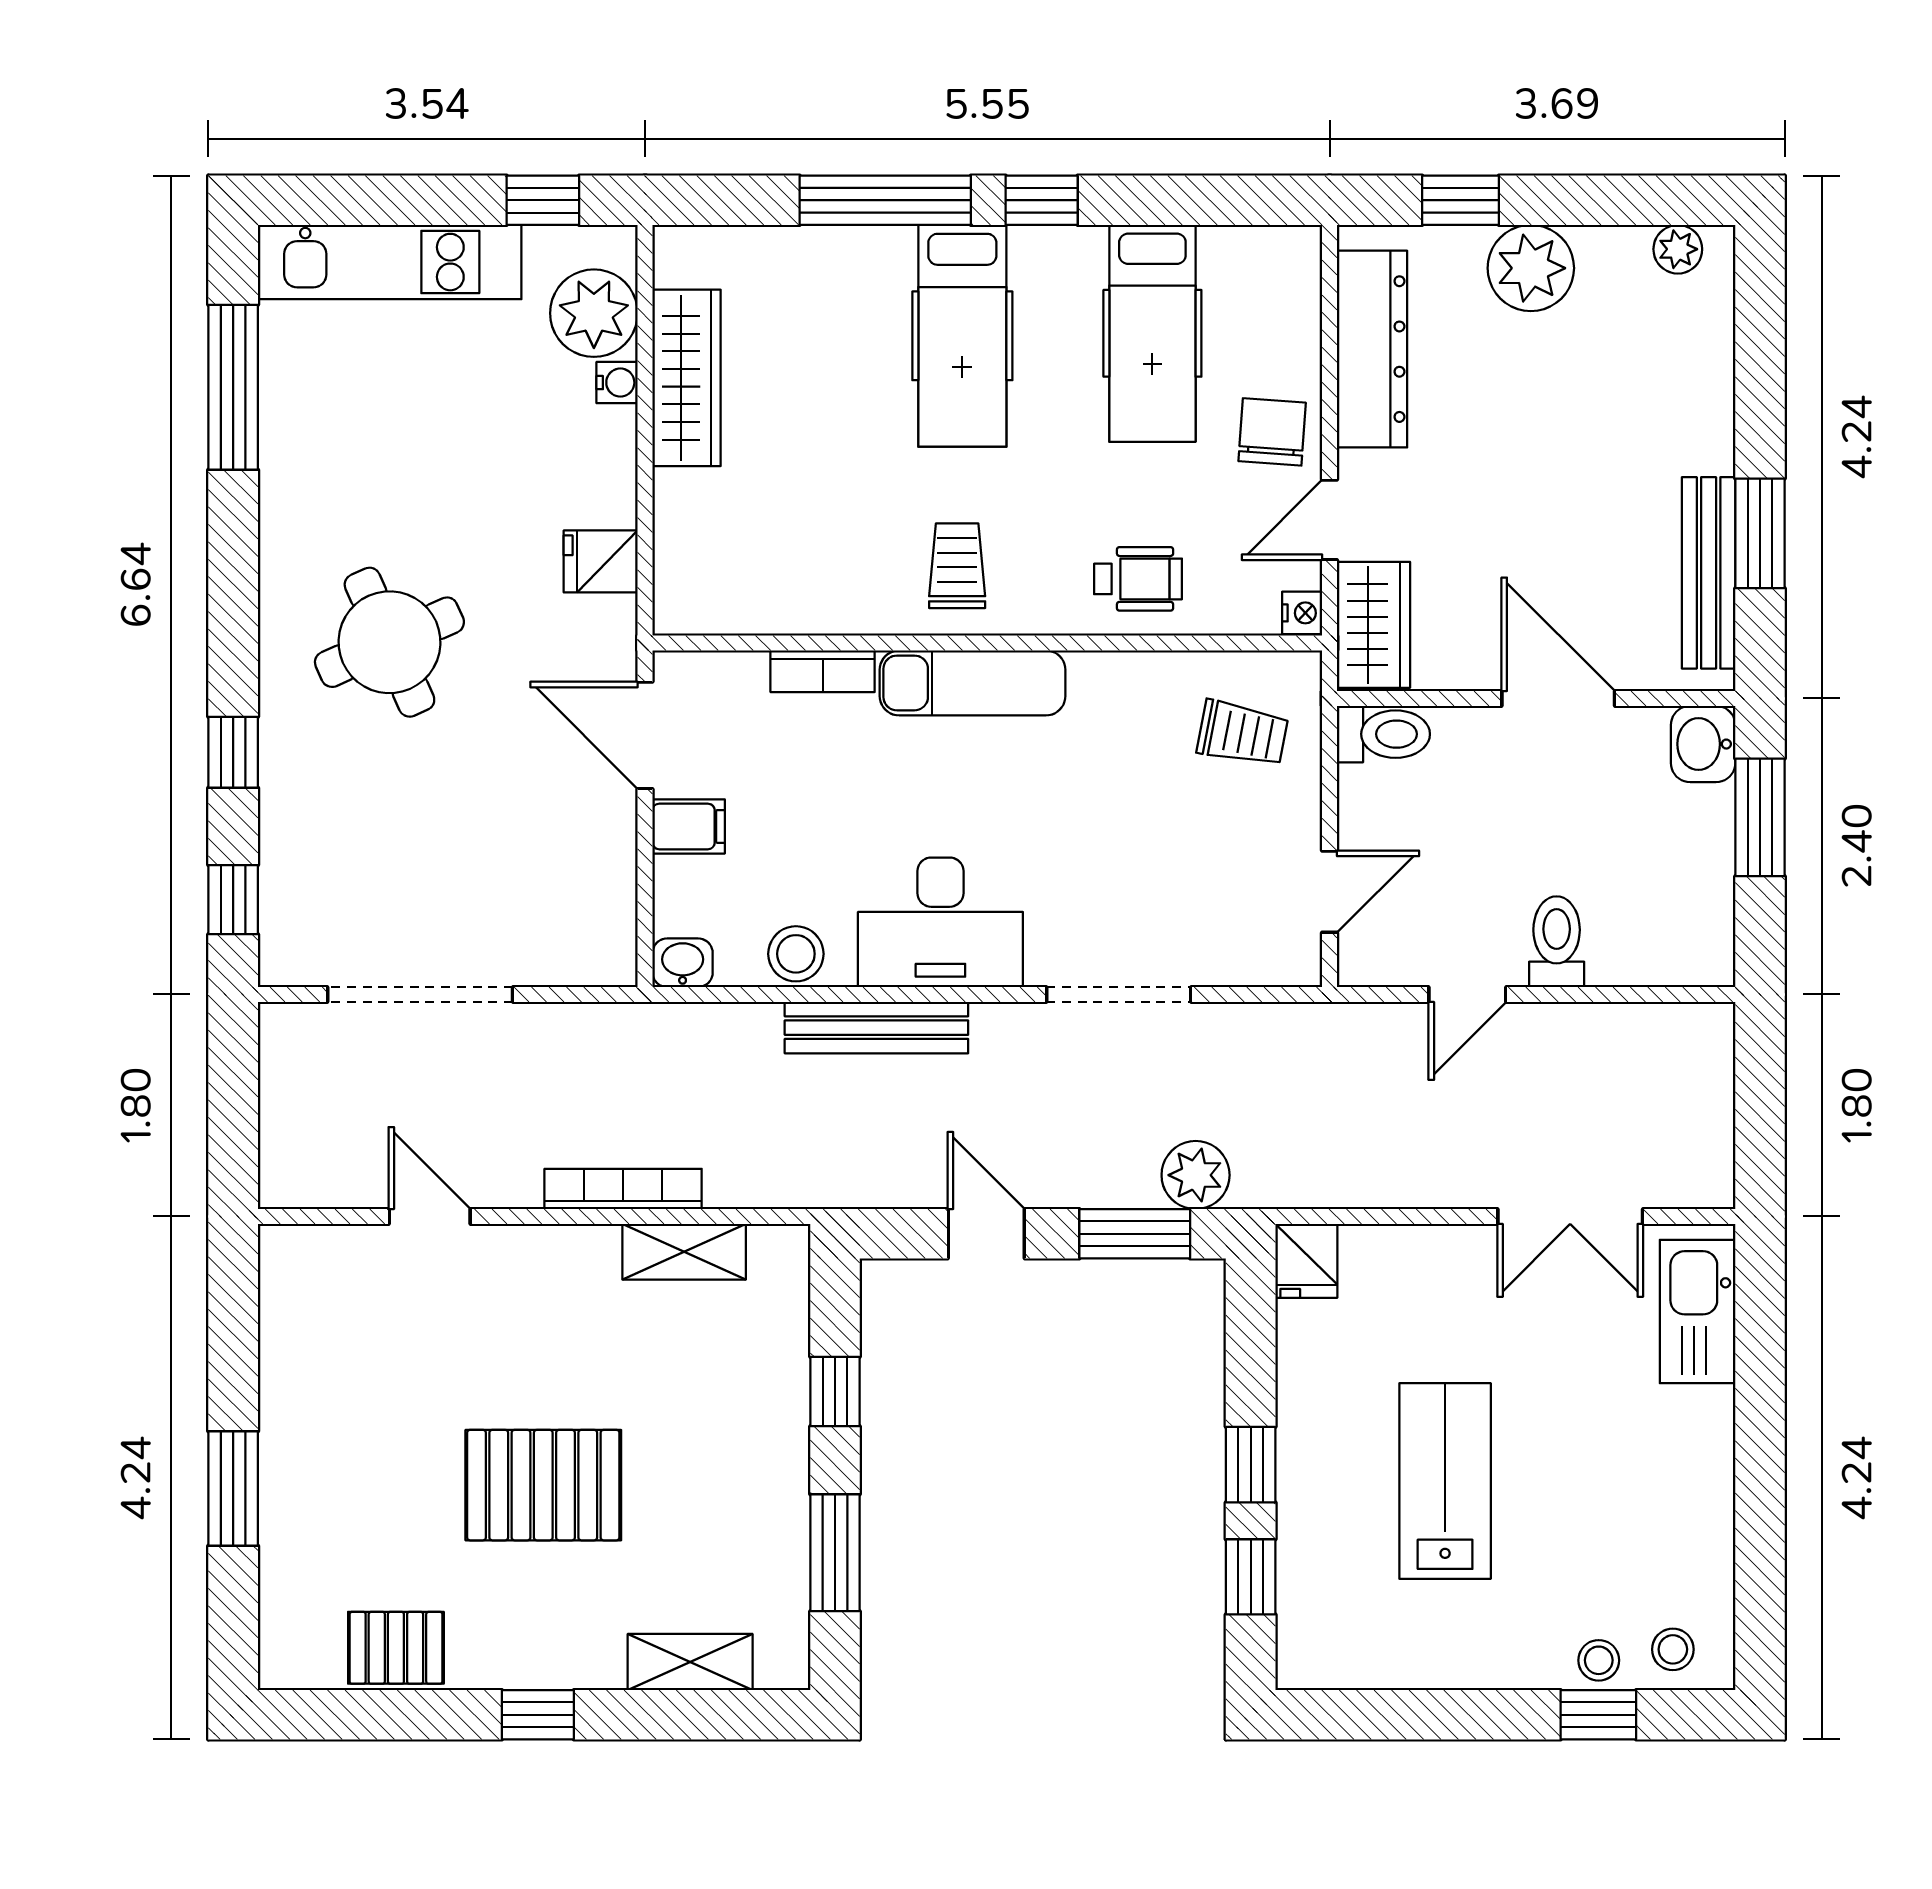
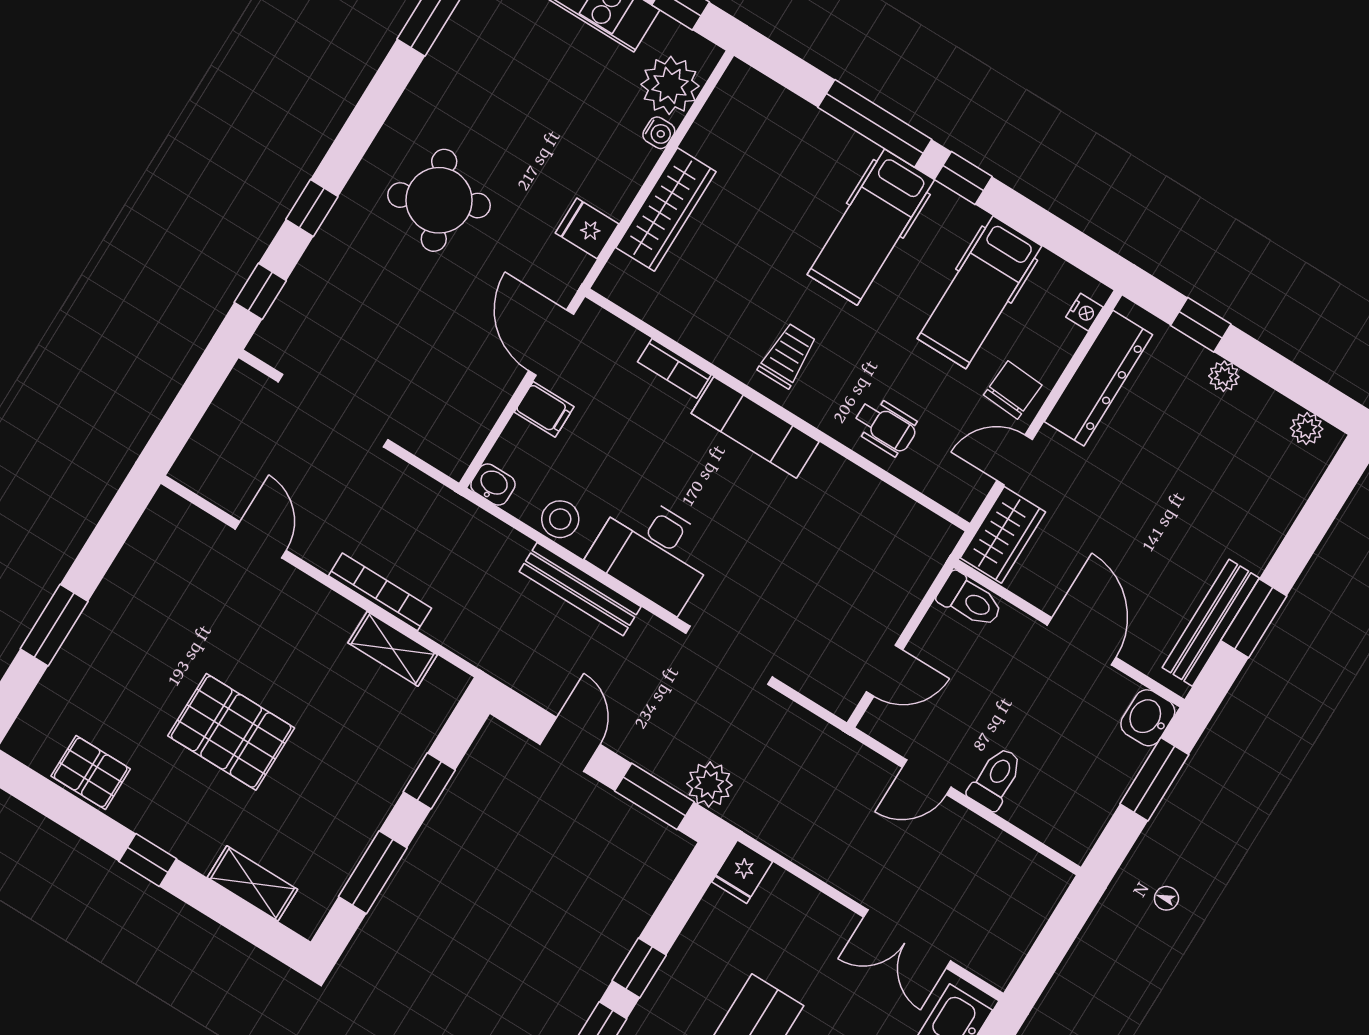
plant: (1531, 268) -> (1224, 376), width x0.53, depth x0.53
wardrobe: (687, 378) -> (666, 210), moved
nightstand: (1302, 613) -> (1084, 312), moved
trolley: (1242, 734) -> (890, 551), removed

